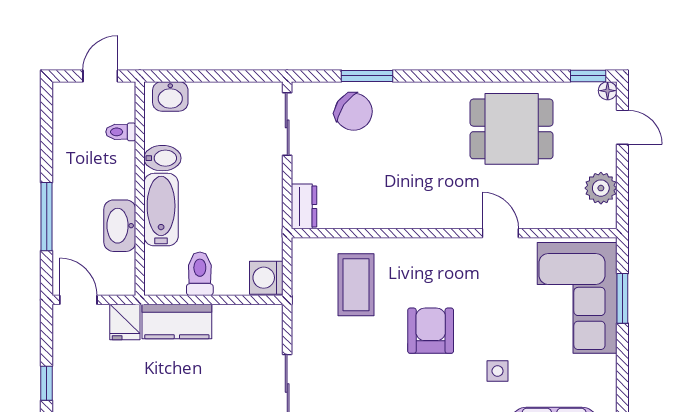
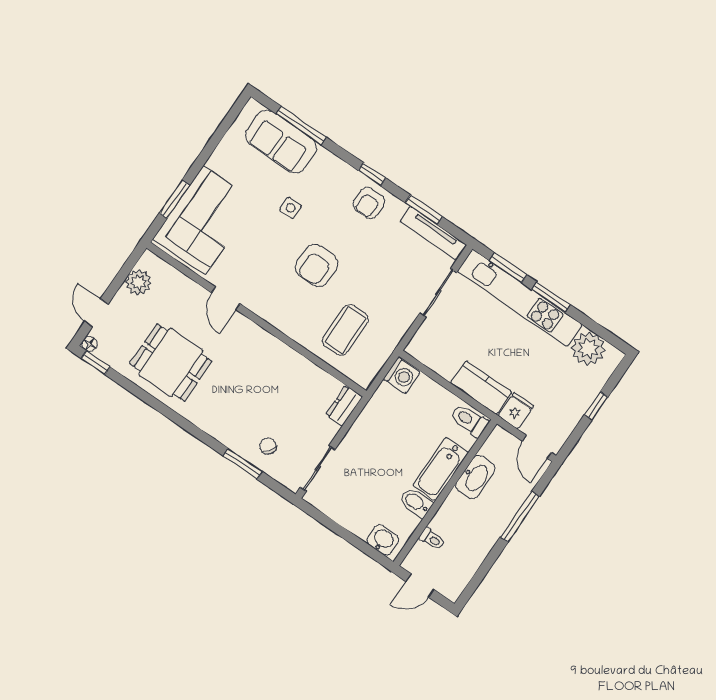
chair: (353, 112) -> (268, 446), width x0.54, depth x0.54
toilet: (200, 274) -> (469, 420), moved, turned 90

